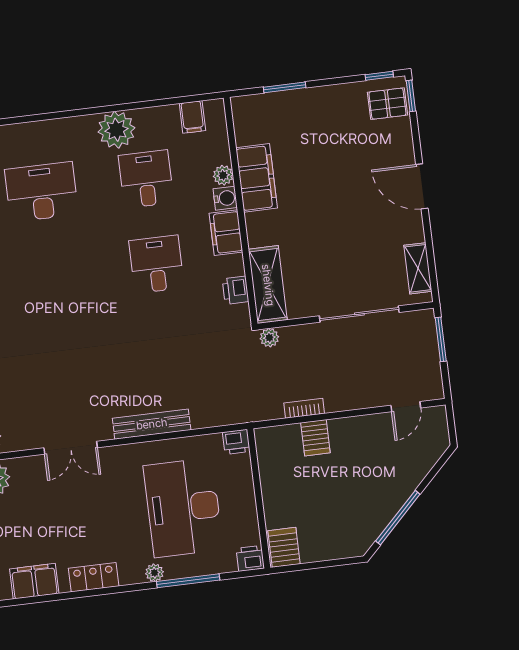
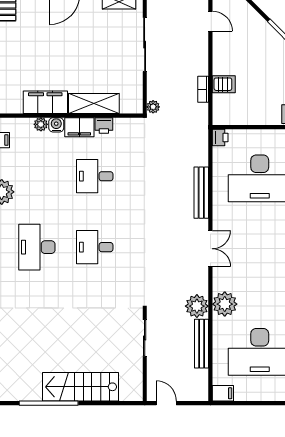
desk: (146, 179) -> (95, 247), moved
shelving: (268, 285) -> (94, 103), moved
printer: (236, 290) -> (104, 126), moved

